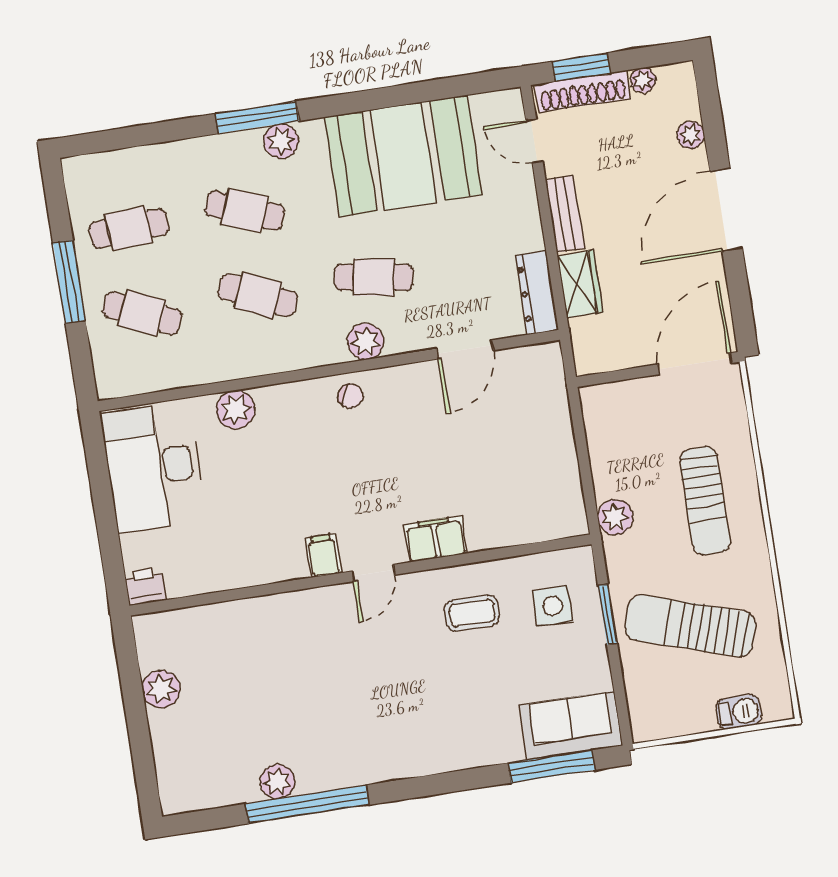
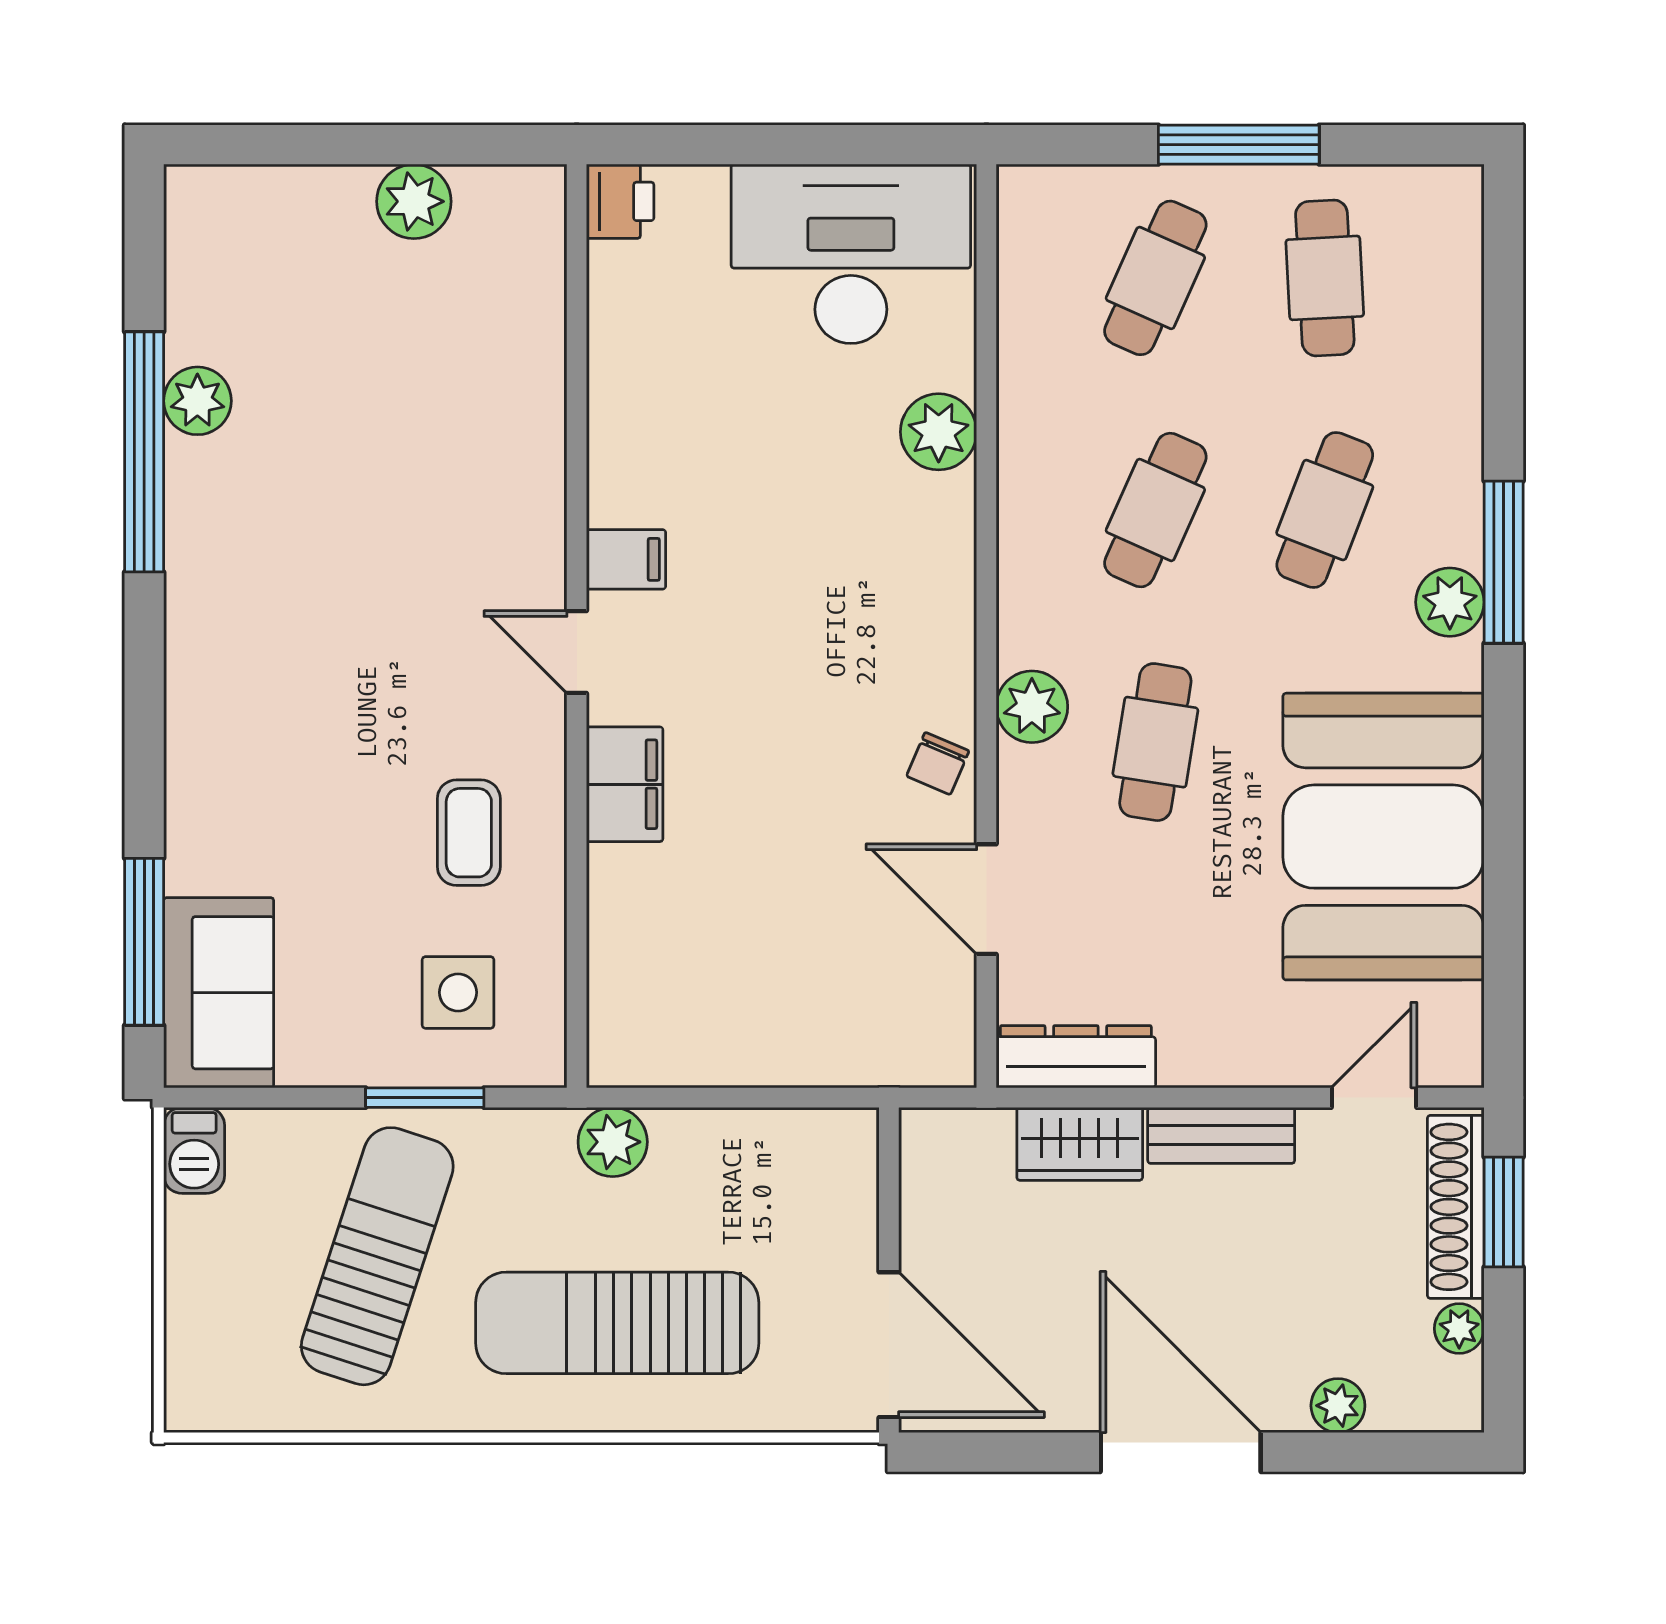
chair: (351, 396) -> (938, 764), moved
sun lounger: (705, 501) -> (617, 1323), width x1.36, depth x1.34
barbecue: (739, 712) -> (194, 1150), moved

